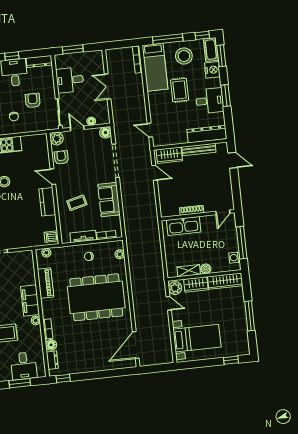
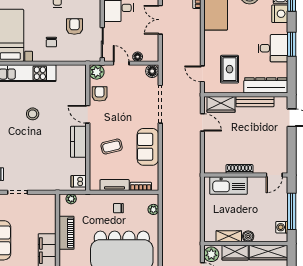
rug: (180, 90) -> (230, 69), moved

